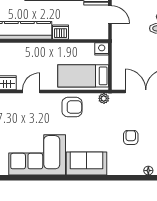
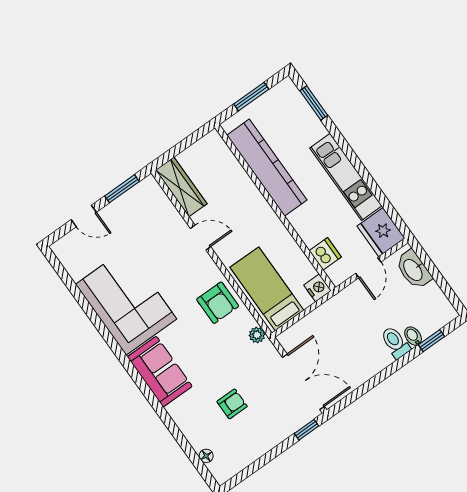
dishwasher: (61, 32) -> (325, 254), moved

